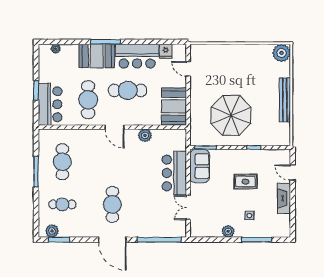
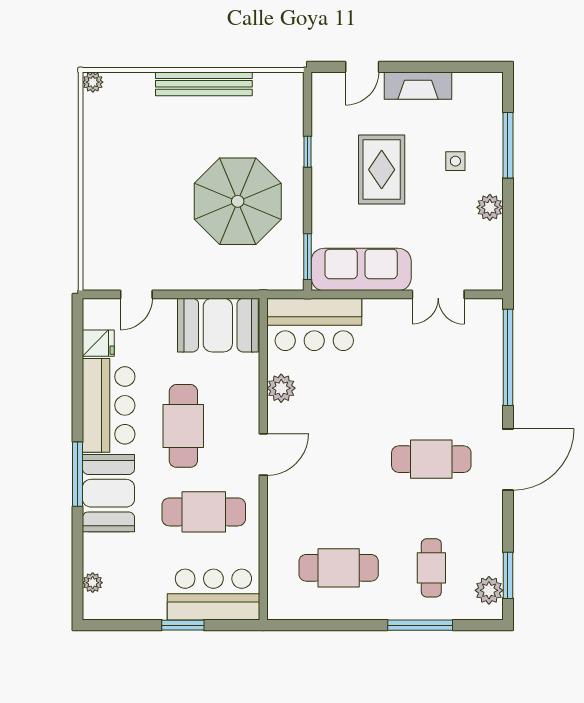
plant: (282, 53) -> (93, 82), width x0.53, depth x0.53
sofa: (200, 166) -> (361, 269), width x1.36
window: (36, 172) -> (420, 625), moved
bar counter: (174, 173) -> (314, 324), moved
rug: (246, 182) -> (382, 170), width x1.36, depth x1.43

